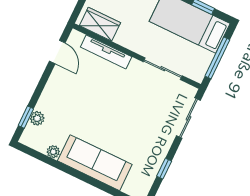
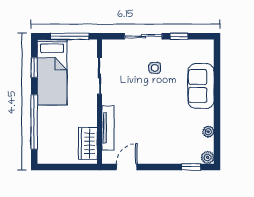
plant: (37, 118) -> (208, 157), moved
sliding door: (188, 118) -> (143, 36), moved
side table: (144, 129) -> (155, 68), added
sofa: (95, 163) -> (201, 86), width x0.73

